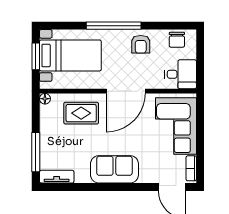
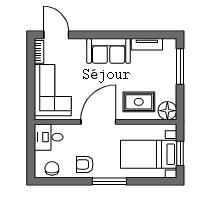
window: (114, 26) -> (109, 181), width x0.68
armchair: (141, 44) -> (85, 164), turned -90
floor lamp: (45, 99) -> (167, 111), width x1.89, depth x1.89
tv unit: (57, 177) -> (147, 44), moved

